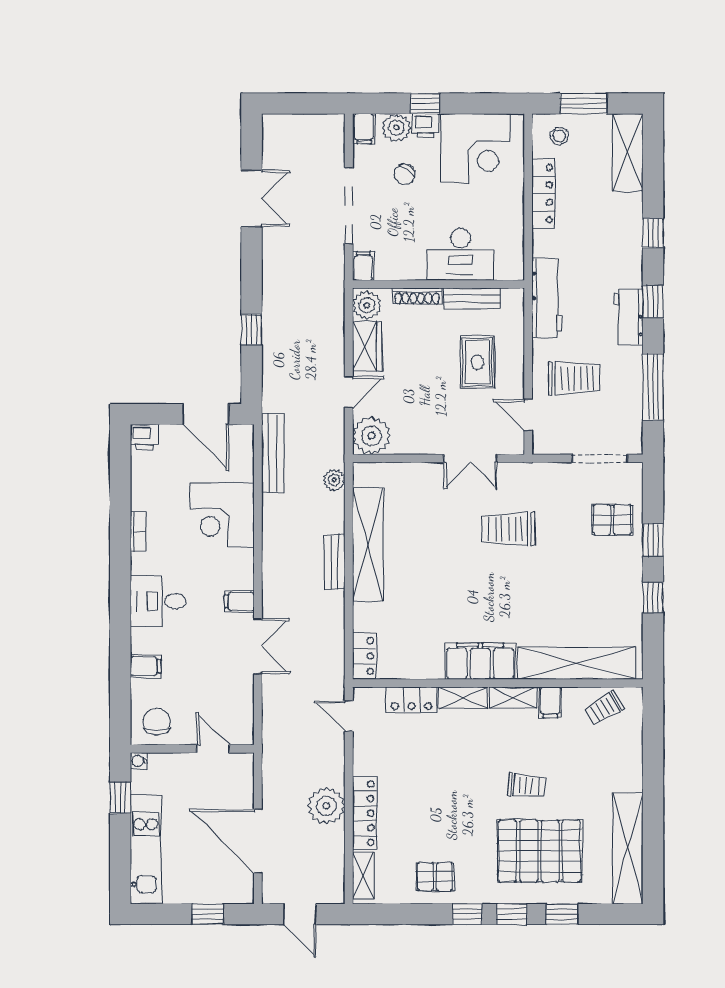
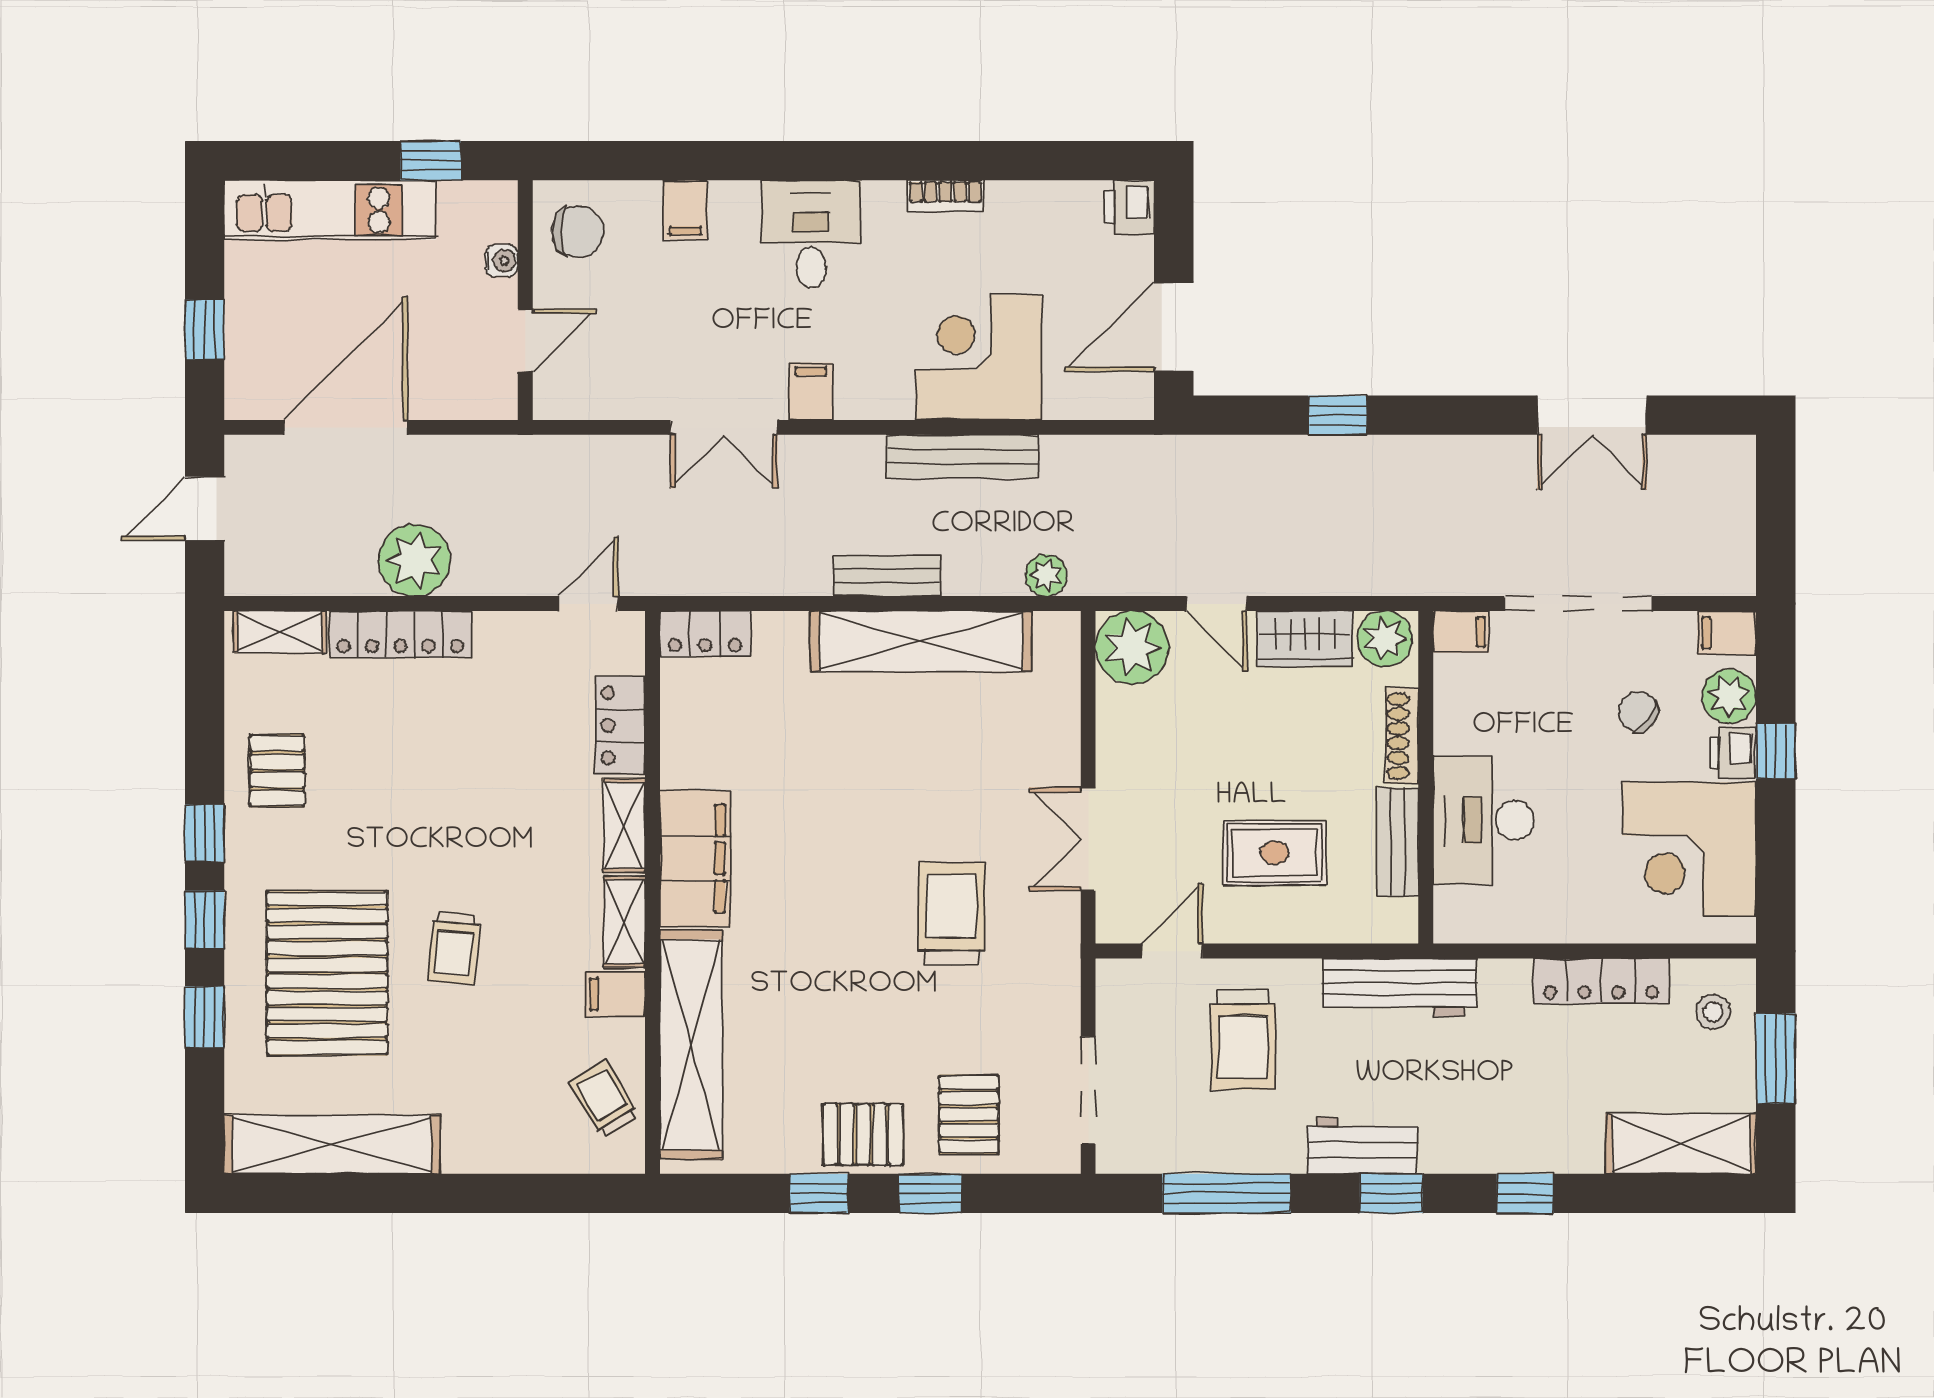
bench: (273, 453) -> (962, 456), moved
pallet: (623, 574) -> (863, 1134), added
water cooler: (139, 761) -> (502, 261), moved, turned 90

